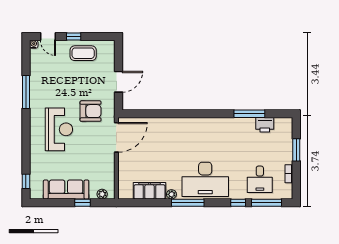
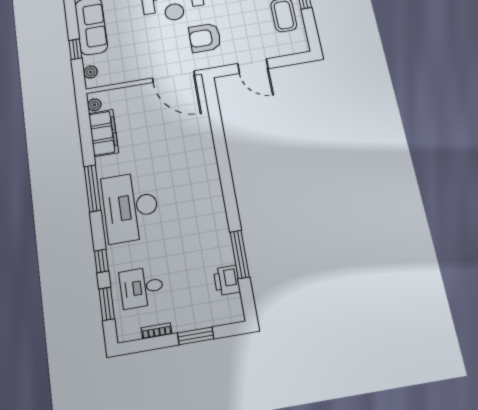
armchair: (91, 111) -> (205, 38), turned 90
plant: (171, 194) -> (94, 105), moved
window: (267, 203) -> (107, 304), width x0.69

